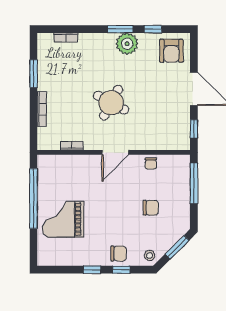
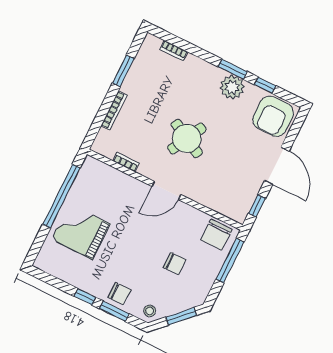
armchair: (171, 51) -> (273, 116), width x1.36, depth x1.36
chair: (151, 163) -> (216, 235), moved, width x1.87, depth x1.87
window: (121, 270) -> (114, 311), width x1.50

